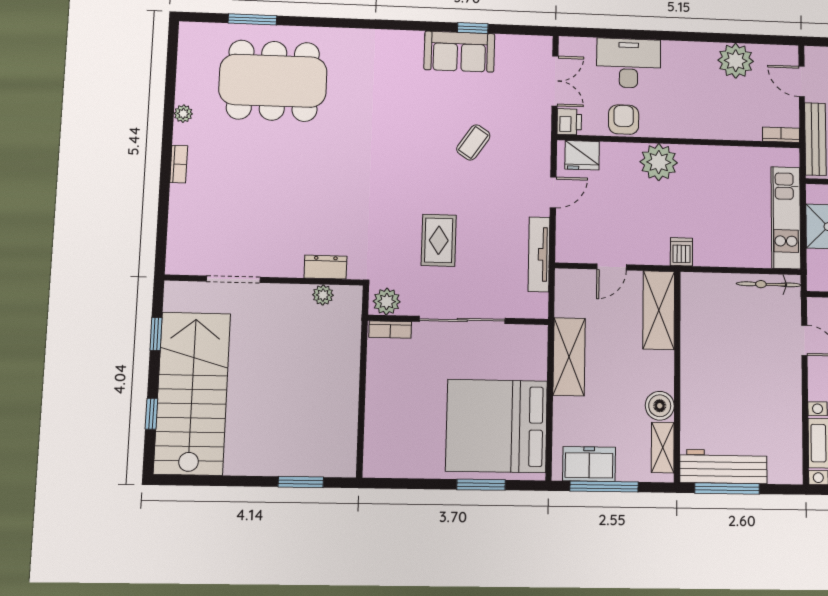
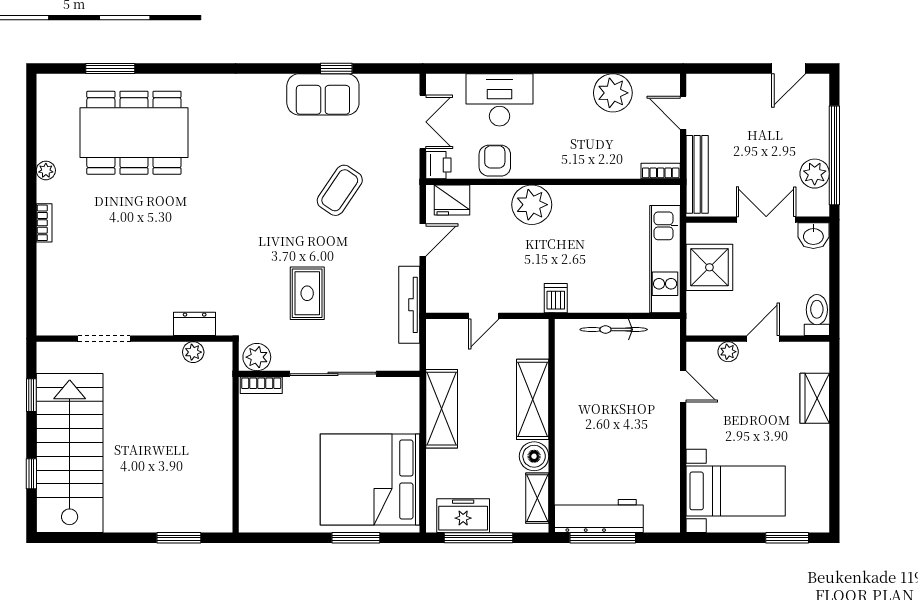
coffee table: (473, 142) -> (340, 190), width x1.36, depth x1.30
bicycle: (769, 284) -> (614, 330), moved
shelving: (659, 310) -> (533, 399), moved

